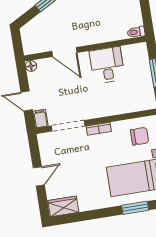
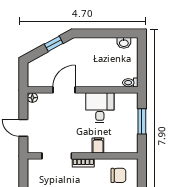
door: (64, 52) -> (64, 90), swing flipped
filing cabinet: (41, 119) -> (98, 146), moved

